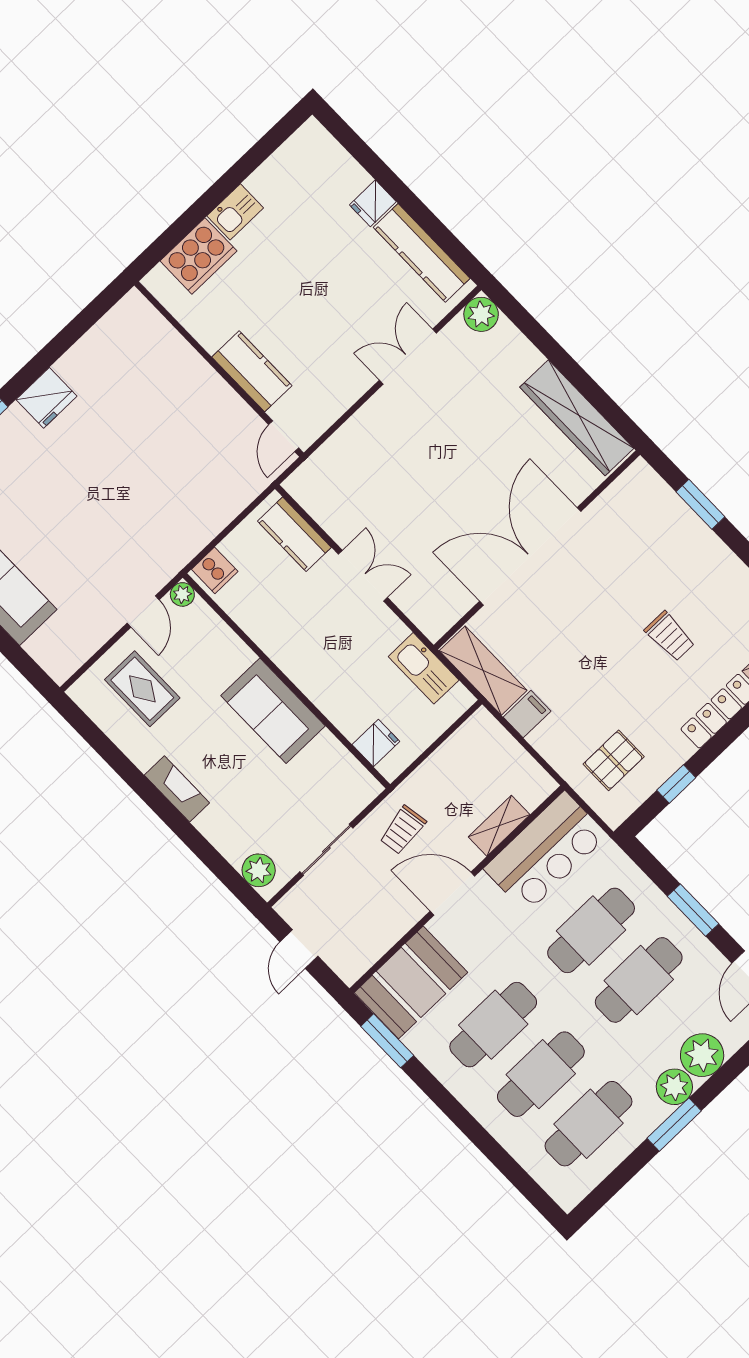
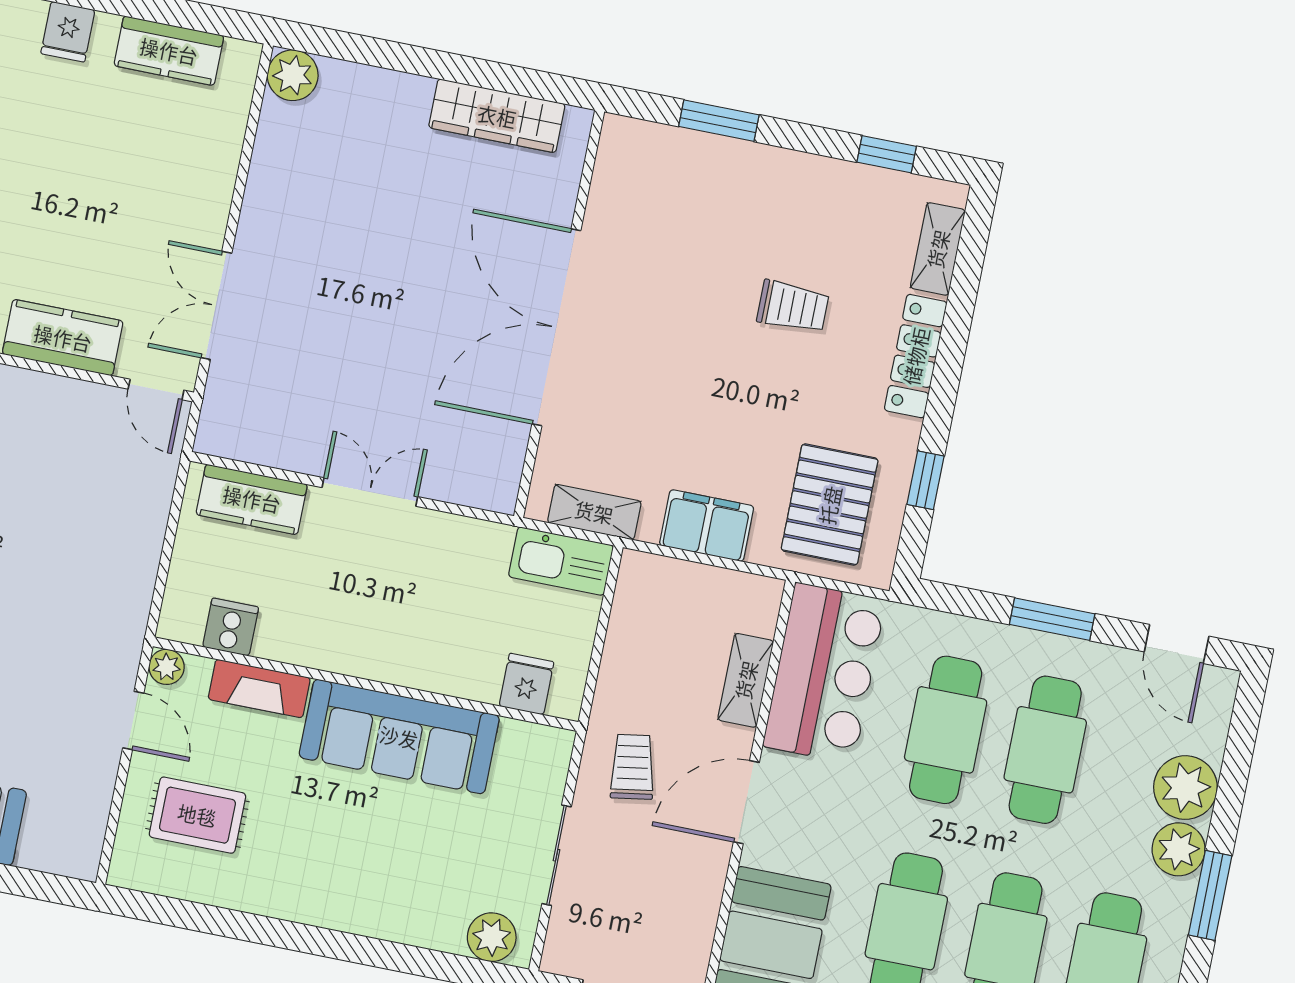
kitchen counter: (422, 253) -> (169, 51), width x0.67
double door: (408, 357) -> (216, 305), moved
wardrobe: (577, 418) -> (497, 116), width x0.71, depth x0.85
cooker: (215, 570) -> (231, 627), moved, turned -90
kitchen sink: (424, 668) -> (561, 561), moved
shelving: (483, 671) -> (594, 512), width x0.67, depth x0.75
sofa: (273, 711) -> (399, 737), width x1.36
filing cabinet: (527, 714) -> (707, 526), width x2.00
pallet: (614, 760) -> (830, 505), width x1.50, depth x1.42
fireplace: (177, 789) -> (259, 689), moved, turned 180
trolley: (403, 830) -> (632, 767), turned 180

